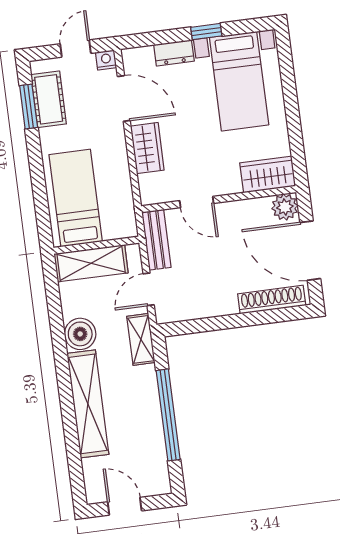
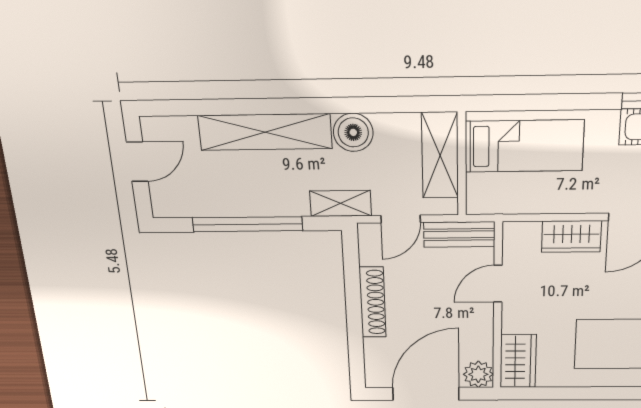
door: (149, 289) -> (401, 219), swing flipped
shoe rack: (272, 300) -> (373, 302), moved

